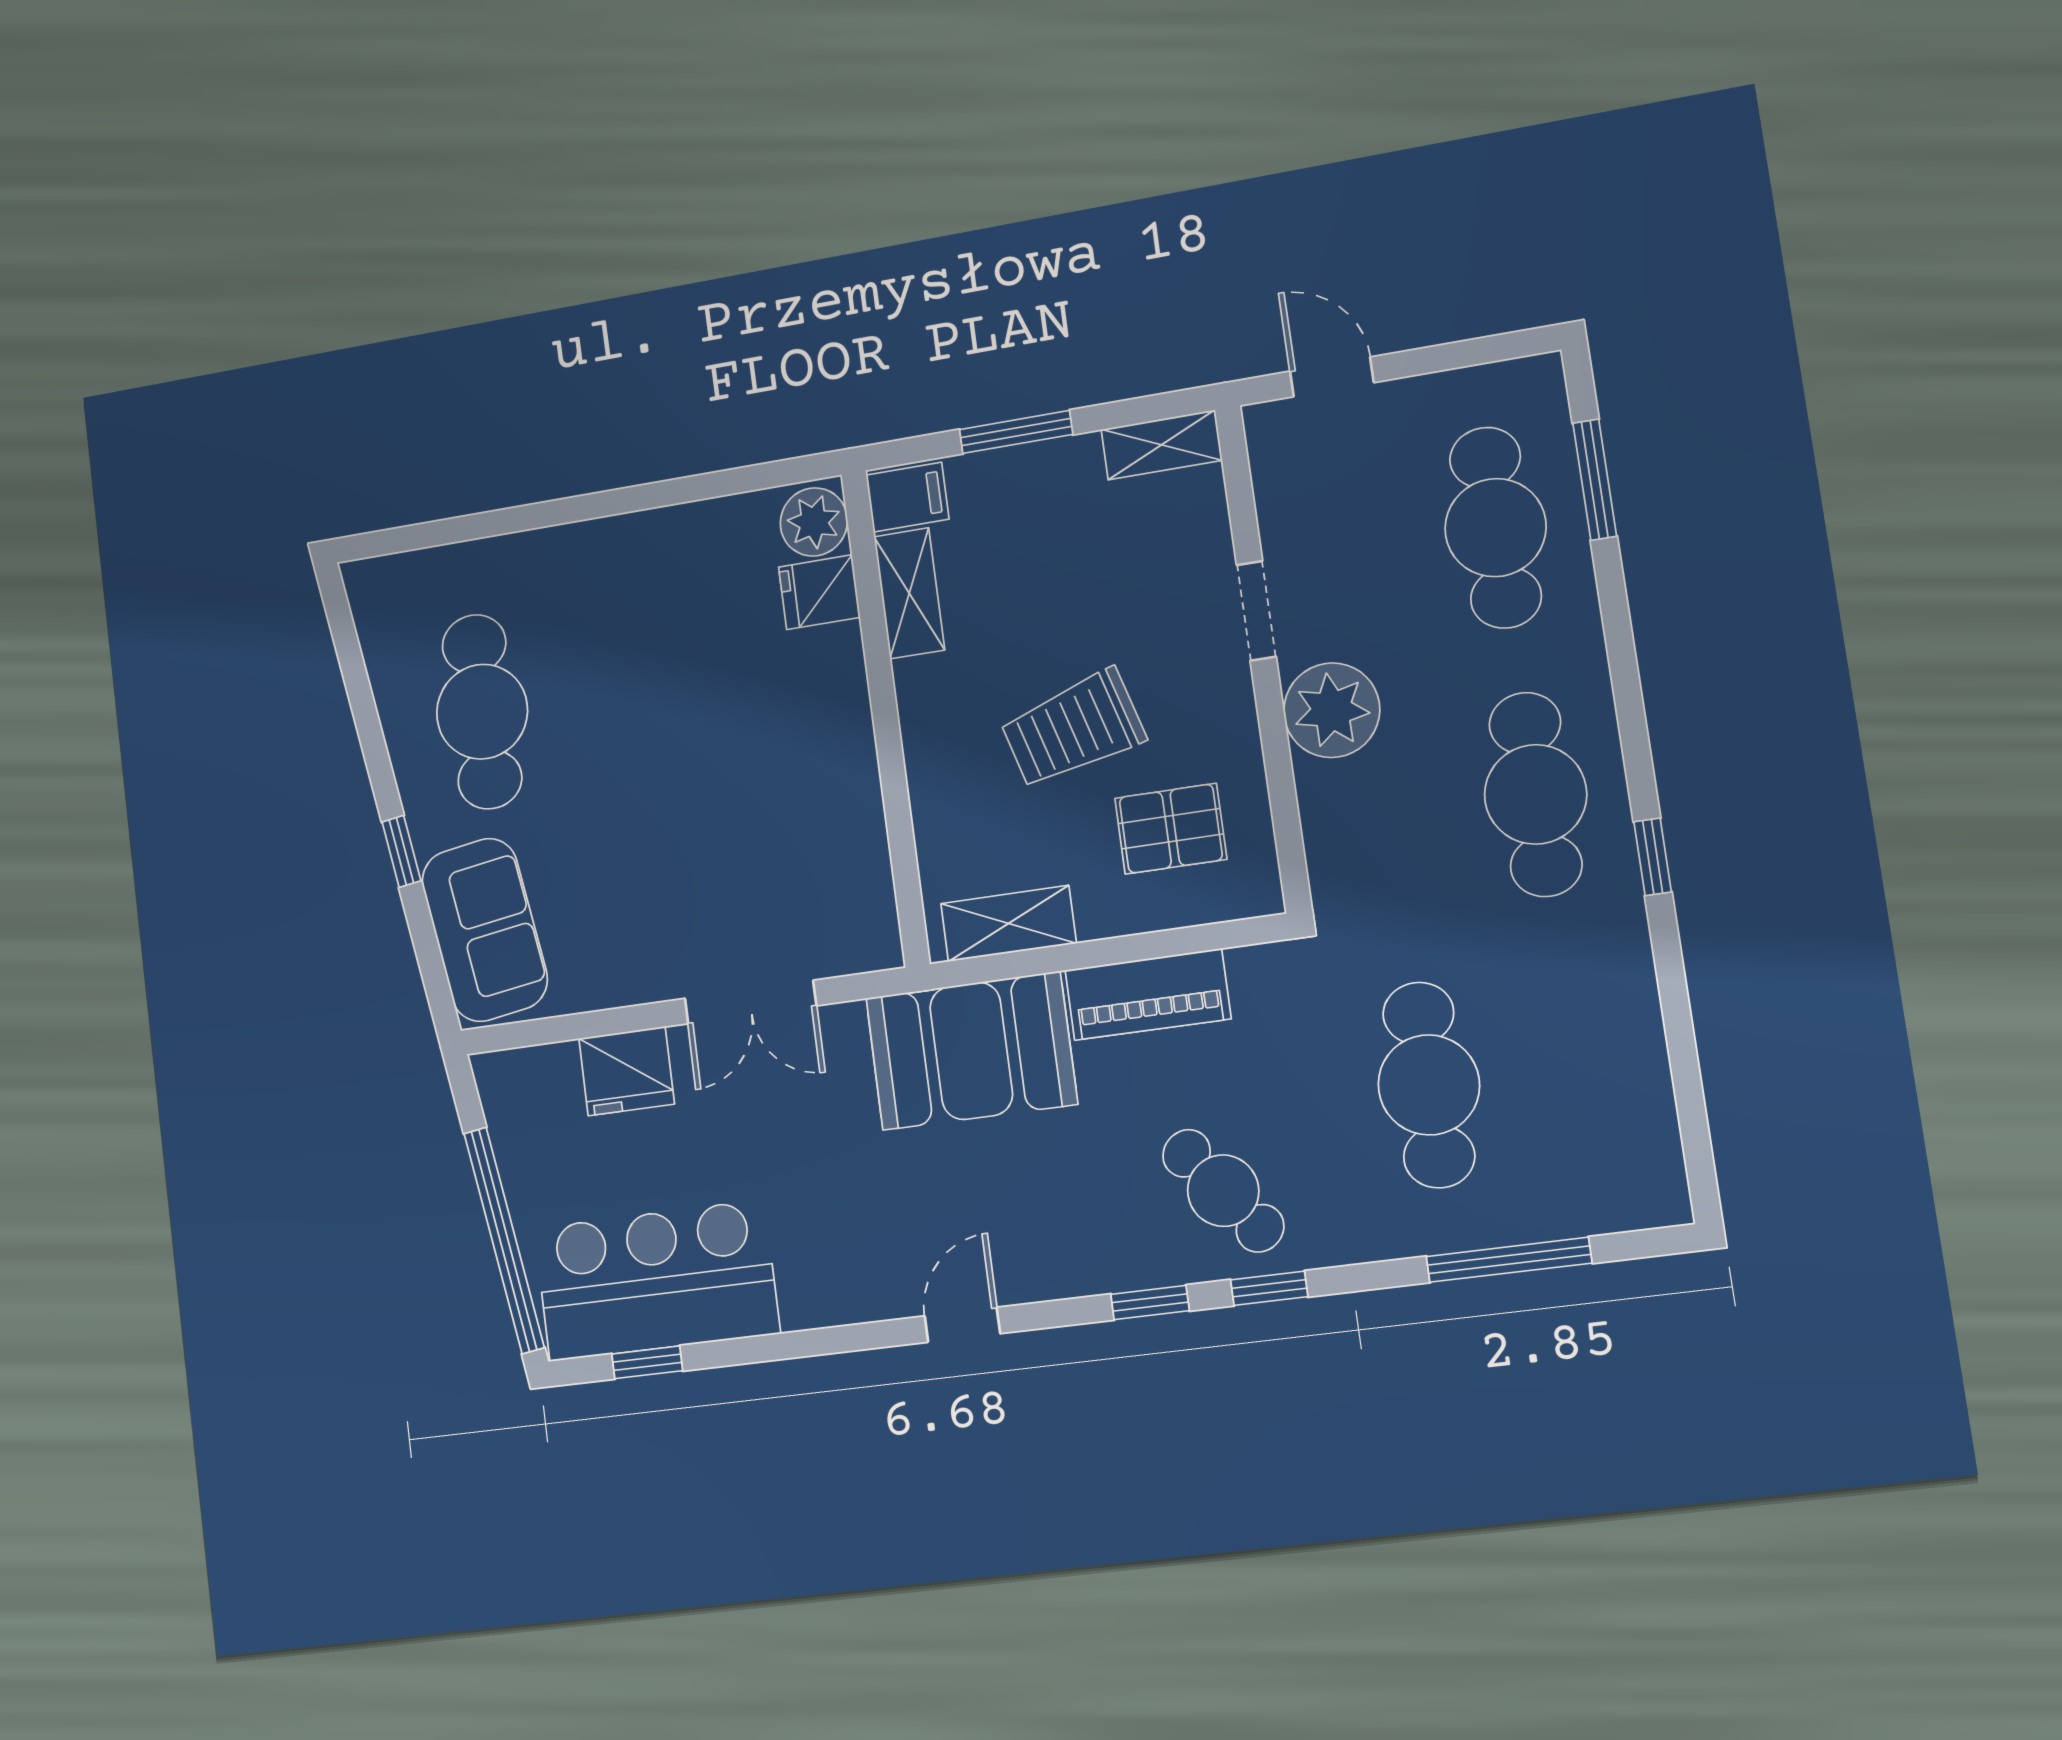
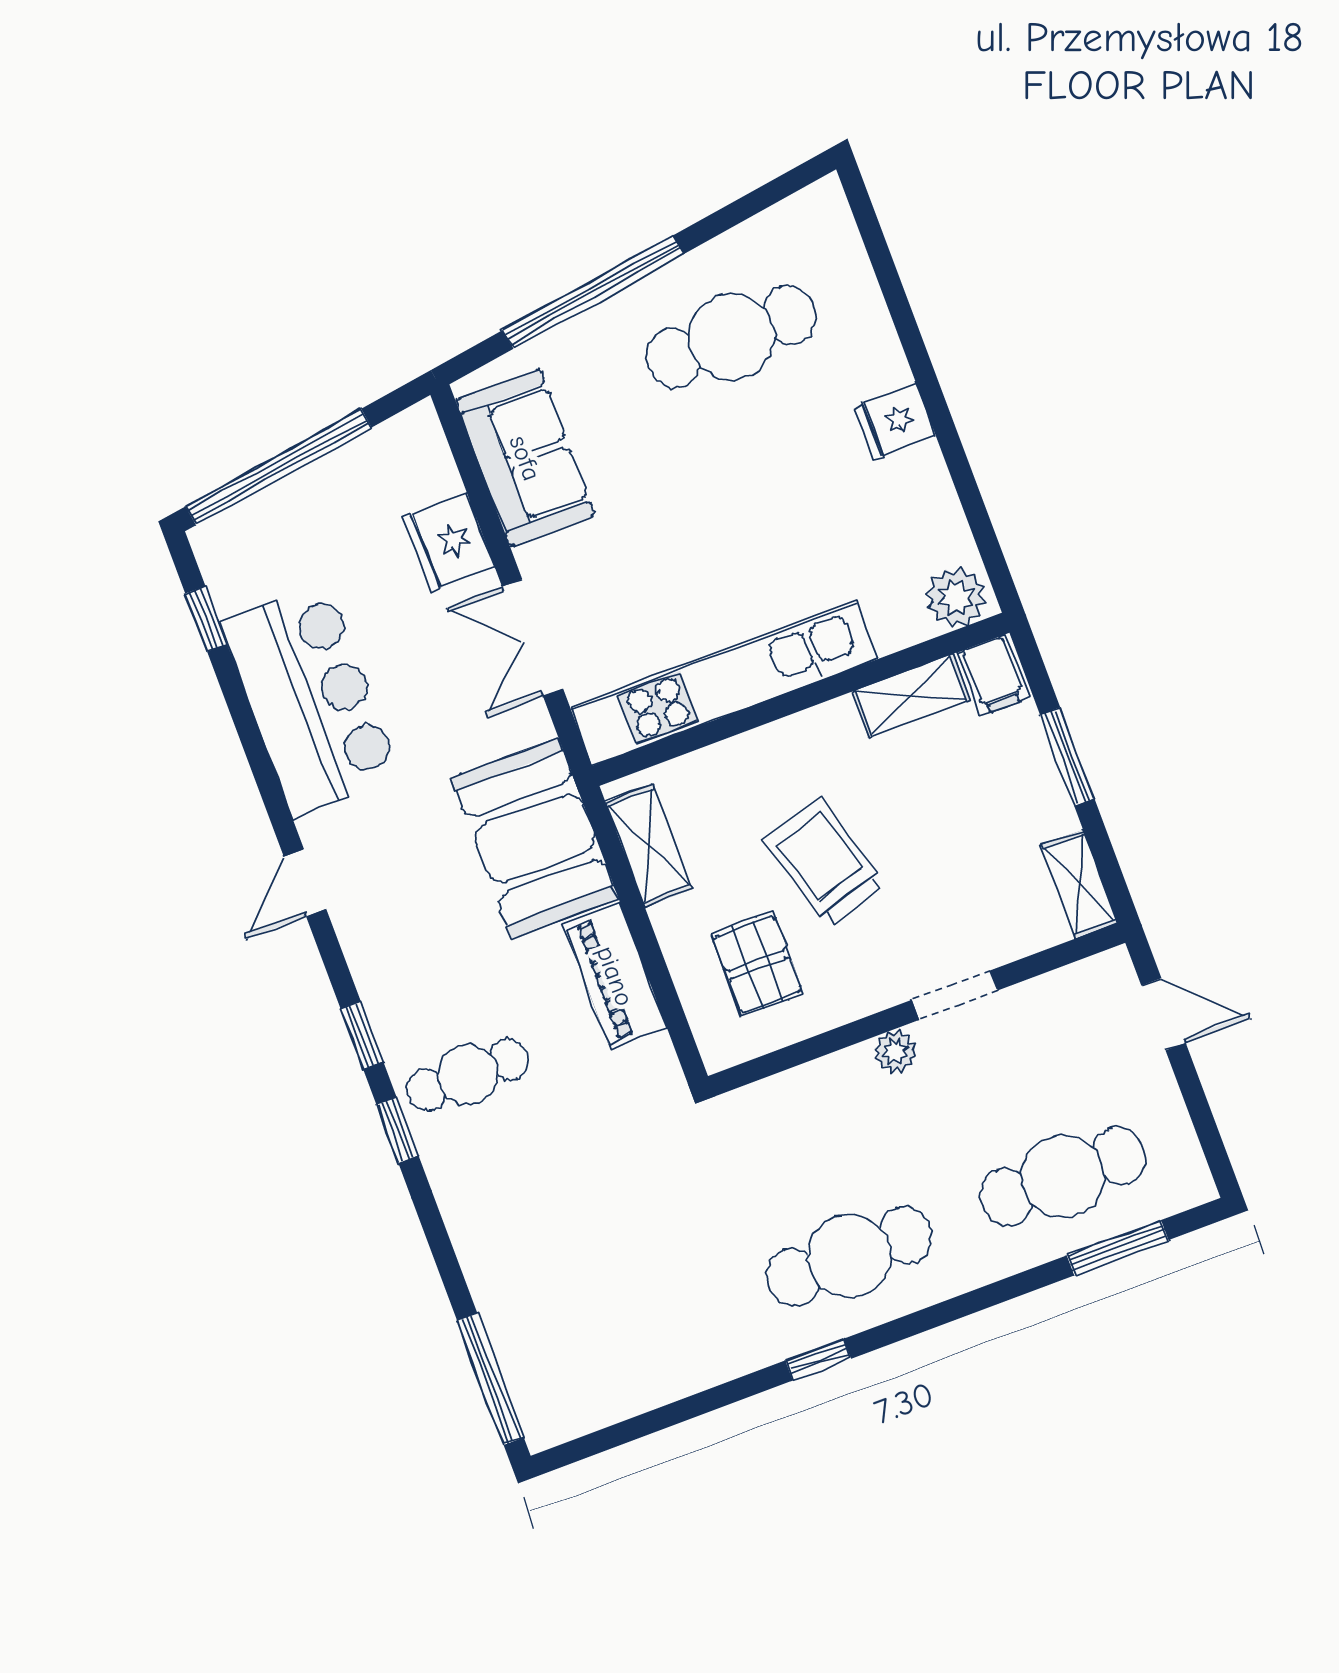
door: (1332, 377) -> (1164, 1014), hinge flipped
fridge: (819, 592) -> (895, 421), moved, turned -90
plant: (1332, 710) -> (895, 1052), width x0.53, depth x0.53
kitchen unit: (848, 799) -> (724, 683), added
window: (401, 851) -> (593, 292), width x3.17
sofa: (485, 930) -> (525, 458), moved, turned -81
cafe table: (1429, 1085) -> (593, 1222), removed
cafe table: (1223, 1191) -> (468, 1075), turned 37
window: (1509, 1260) -> (490, 1379), moved
bar counter: (656, 1281) -> (310, 700), moved
door: (962, 1325) -> (305, 883), swing flipped

